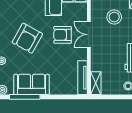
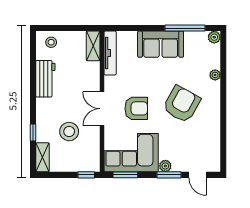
double door: (89, 35) -> (102, 109), swing flipped
sofa: (32, 84) -> (161, 44), moved

